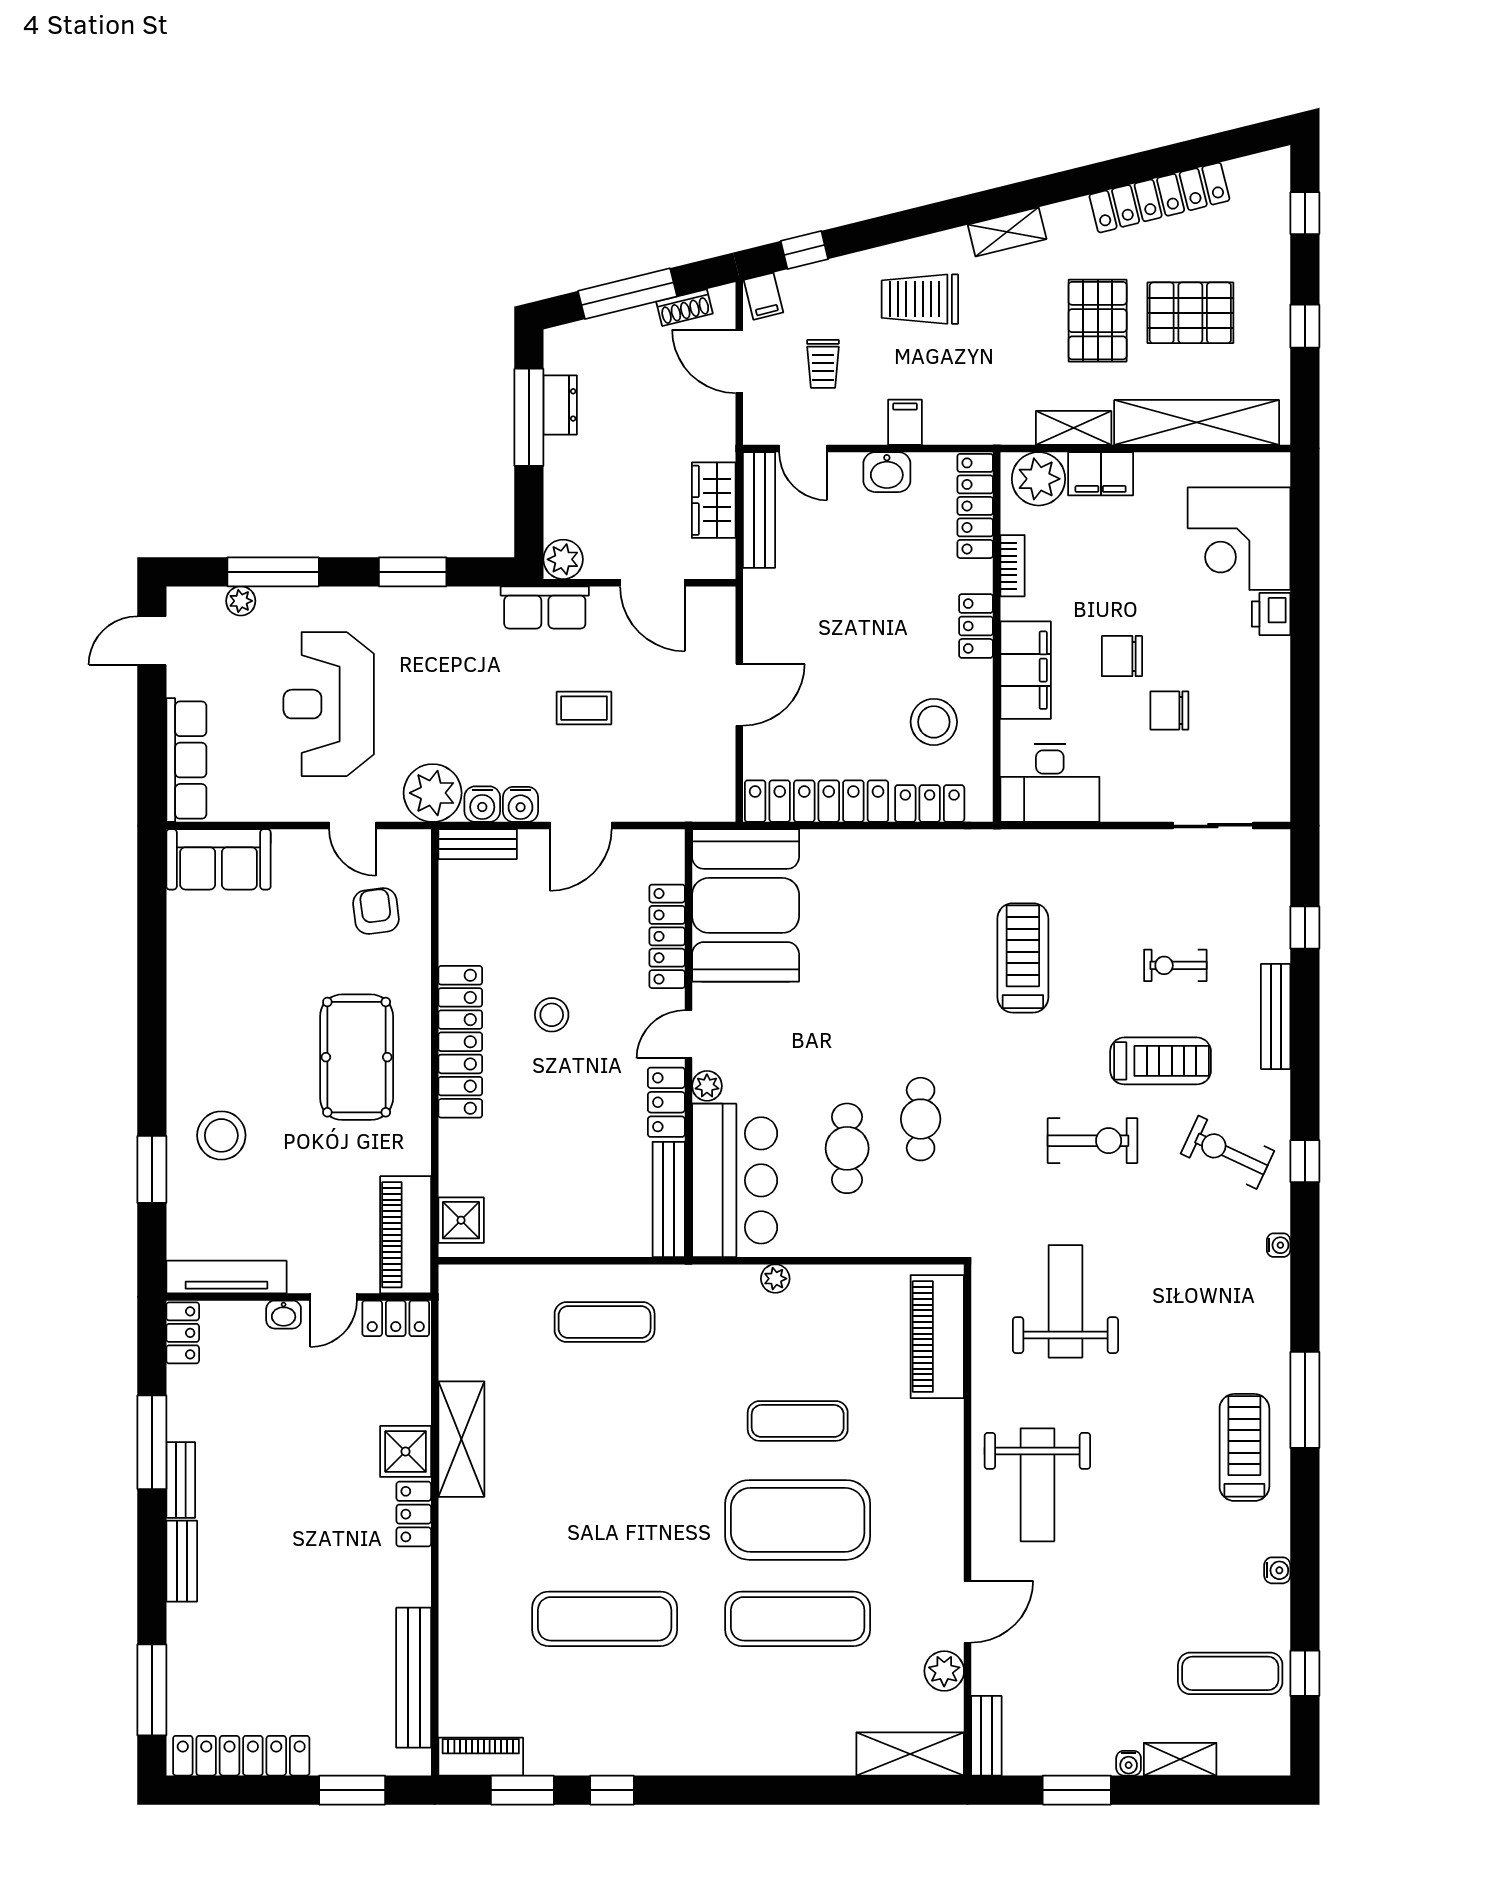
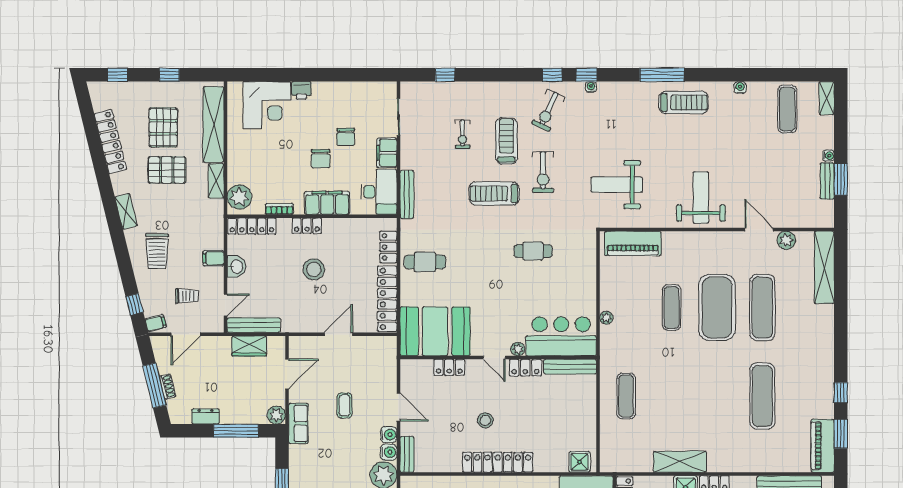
shoe rack: (684, 308) -> (168, 387), moved
window: (529, 417) -> (236, 431), moved
filing cabinet: (1101, 474) -> (387, 153), moved, turned 180
door: (739, 695) -> (338, 334), hinge flipped
stool: (934, 722) -> (314, 269), moved
locker: (667, 936) -> (449, 367), width x0.66
treadmill: (1023, 958) -> (494, 194), moved
bench: (1276, 1017) -> (407, 194), moved, turned 90
exercise bike: (1092, 1141) -> (543, 172), turned 180
cafe table: (847, 1148) -> (425, 262), moved
treadmill: (1244, 1447) -> (684, 103), turned 180
weight bench: (1037, 1485) -> (701, 197), turned -90
window: (1305, 1673) -> (587, 75), moved
bench: (986, 1736) -> (827, 181), moved, turned 90
shelving: (910, 1754) -> (824, 267), width x1.47
piano: (481, 1757) -> (823, 446), width x1.37, depth x1.33
shelving: (1180, 1759) -> (827, 98), moved

